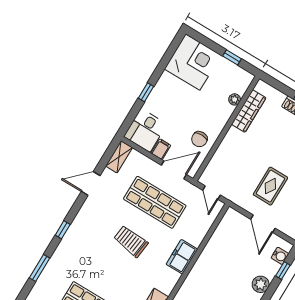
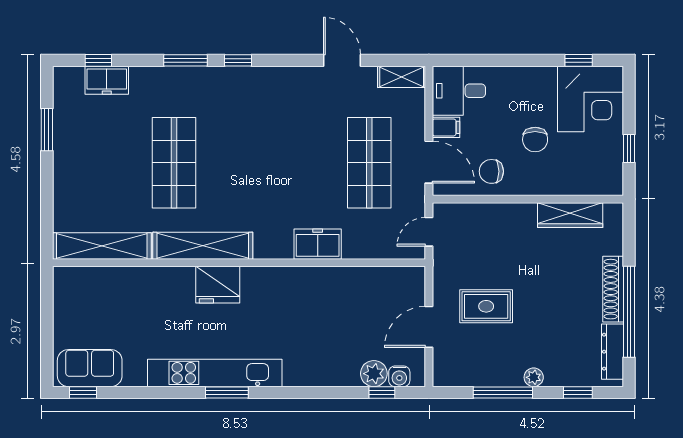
window: (146, 92) -> (579, 60), moved
plant: (235, 99) -> (574, 187), removed
chair: (196, 105) -> (535, 140), added
window: (63, 230) -> (238, 60), moved
trolley: (131, 241) -> (297, 162), removed
plant: (261, 284) -> (374, 374), moved

